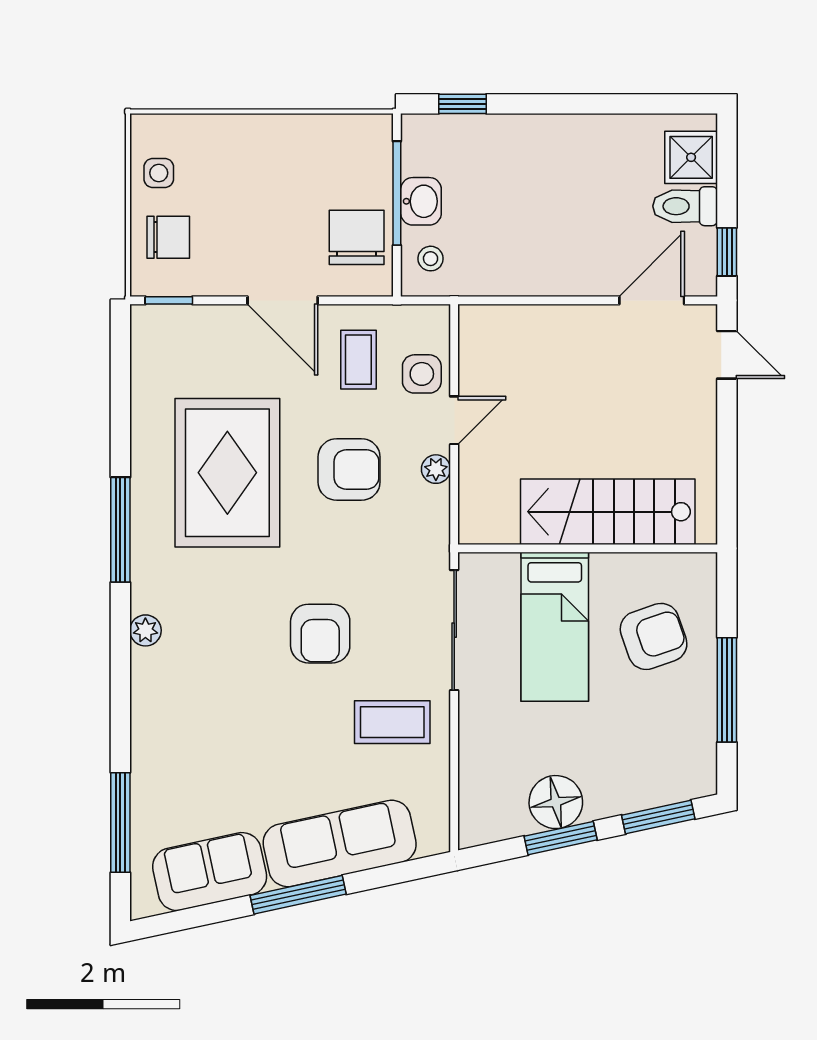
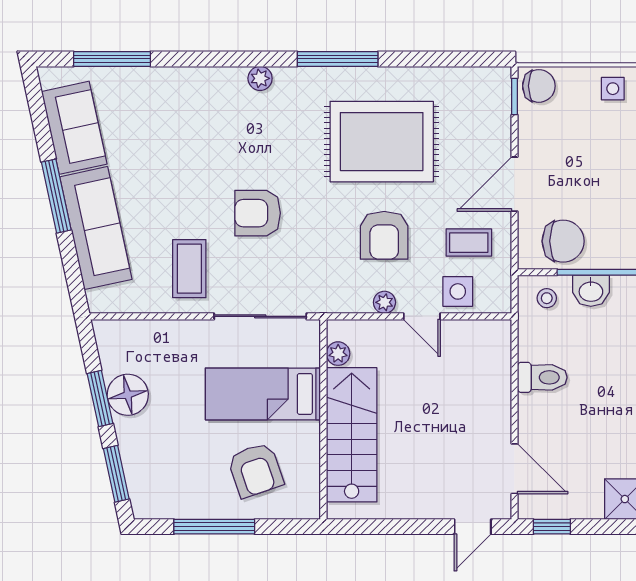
toilet: (685, 206) -> (542, 377), moved, turned 90
chair: (168, 237) -> (539, 86), moved, turned -90
plant: (502, 529) -> (338, 354), added

